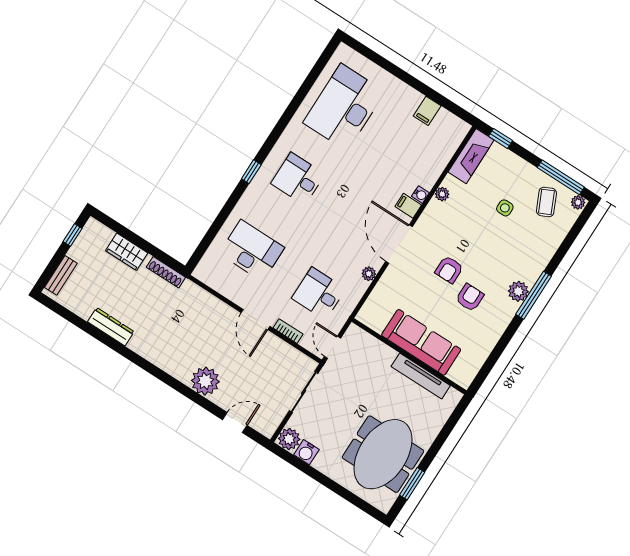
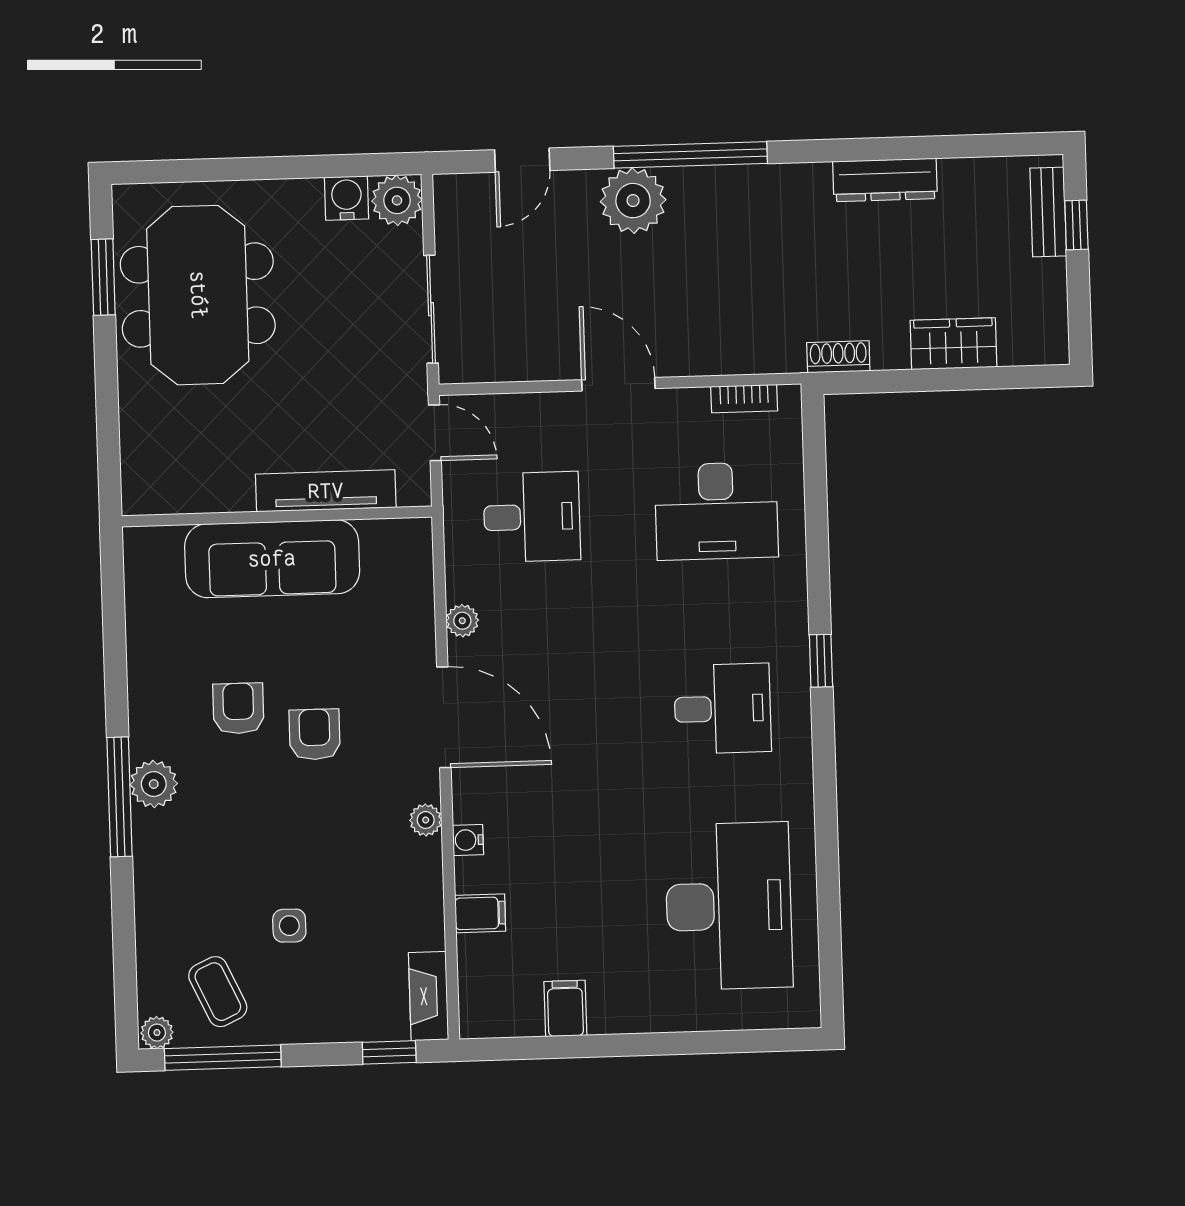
fireplace: (471, 156) -> (429, 996), width x0.73, depth x0.76
plant: (442, 194) -> (426, 820), moved
filing cabinet: (408, 206) -> (480, 913), moved
window: (72, 235) -> (1076, 225), moved
shoe rack: (166, 272) -> (838, 357), width x0.70
armchair: (470, 297) -> (238, 708), turned 180
bookcase: (288, 331) -> (744, 399), moved
tv unit: (421, 376) -> (326, 491), moved
window: (174, 383) -> (690, 155), added

